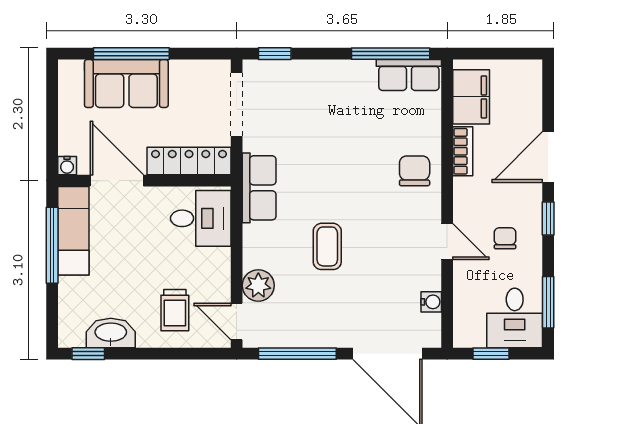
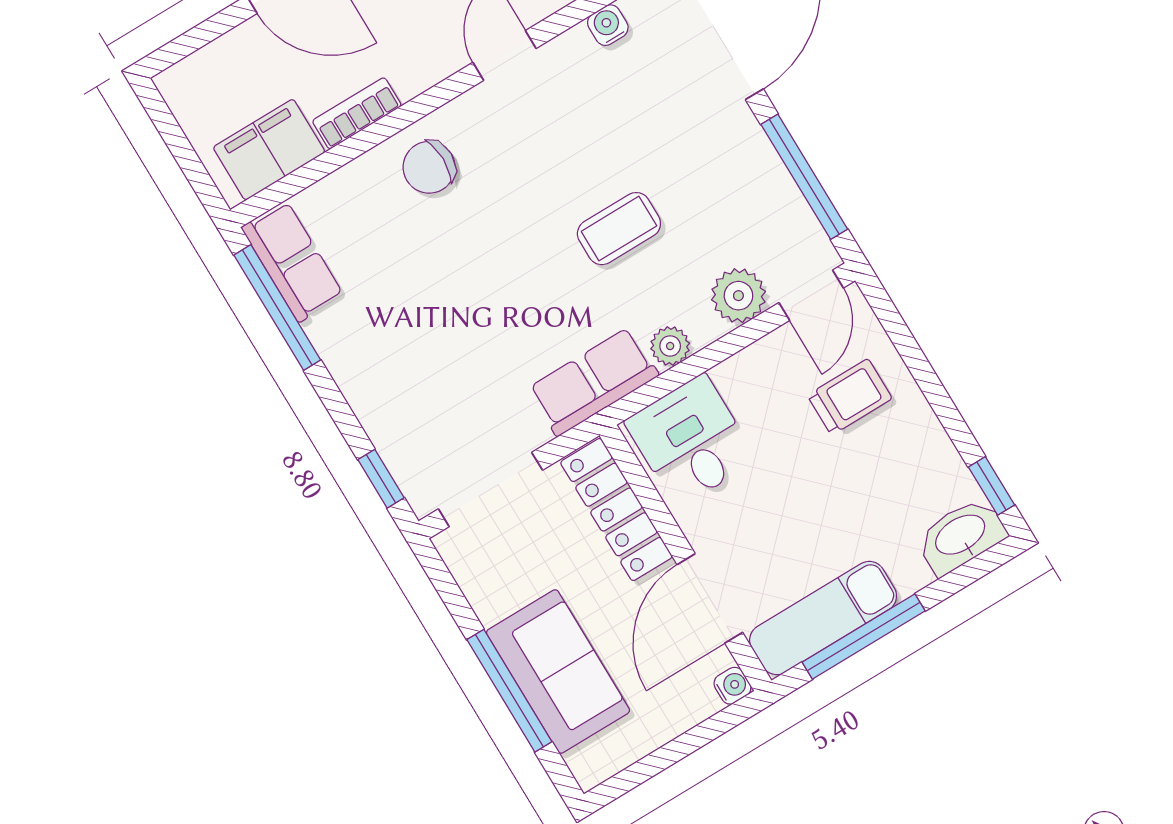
plant: (254, 237) -> (670, 346), added
washbasin: (111, 333) -> (961, 536), moved, turned 90

